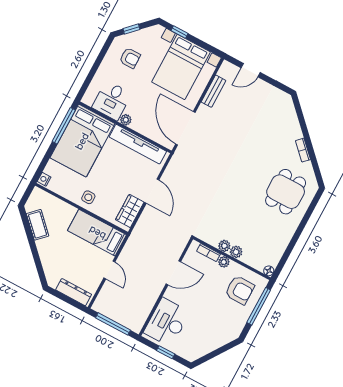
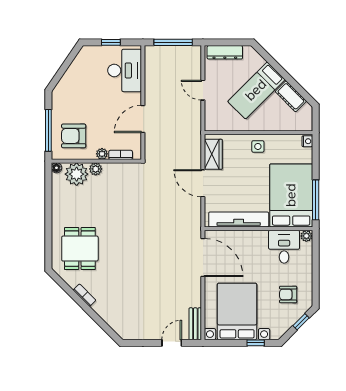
bench: (214, 91) -> (195, 324), moved
plant: (126, 120) -> (306, 236), moved
bed: (97, 233) -> (256, 90), moved, turned 135
plant: (224, 246) -> (77, 174), moved, width x1.87, depth x1.87

